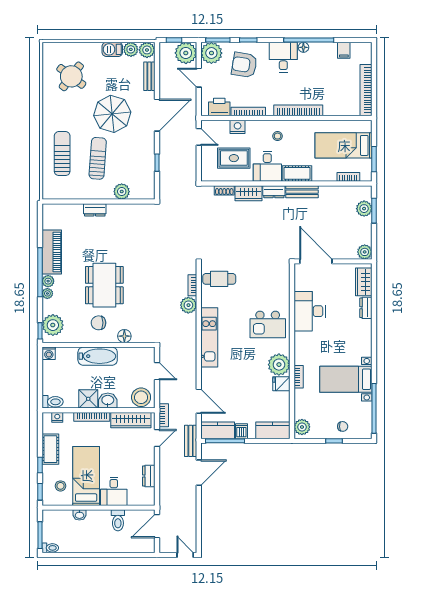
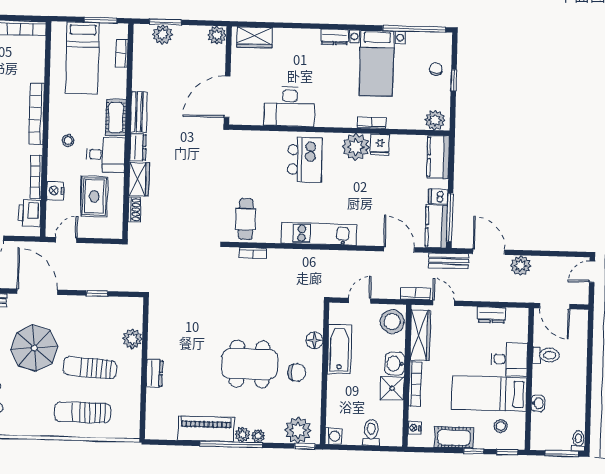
plant: (188, 305) -> (520, 266), moved
dresser: (366, 308) -> (335, 37), moved
chair: (98, 323) -> (297, 373), turned -90
bathtub: (98, 356) -> (339, 349), moved
door: (199, 401) -> (399, 249), hinge flipped
toilet: (53, 402) -> (371, 432), moved

